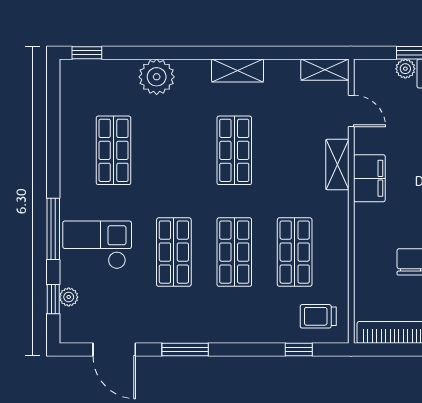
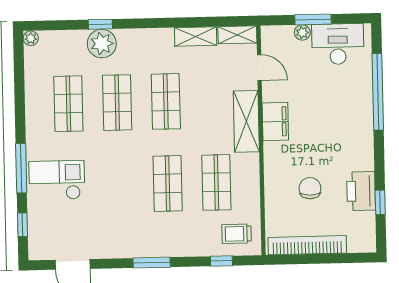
window: (87, 53) -> (100, 24), moved
shelving: (238, 71) -> (196, 36), moved
shelving: (337, 164) -> (246, 121), width x1.50, depth x1.33
shop shelf: (174, 252) -> (117, 103), moved
plant: (69, 297) -> (31, 38), moved
window: (185, 350) -> (152, 263), moved

